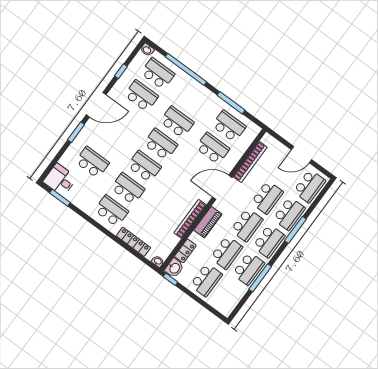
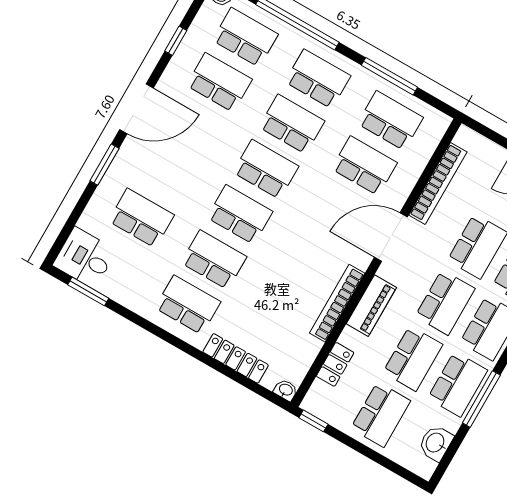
school desk: (193, 100) -> (318, 79), added
washbasin: (174, 268) -> (436, 443), moved, turned 180

